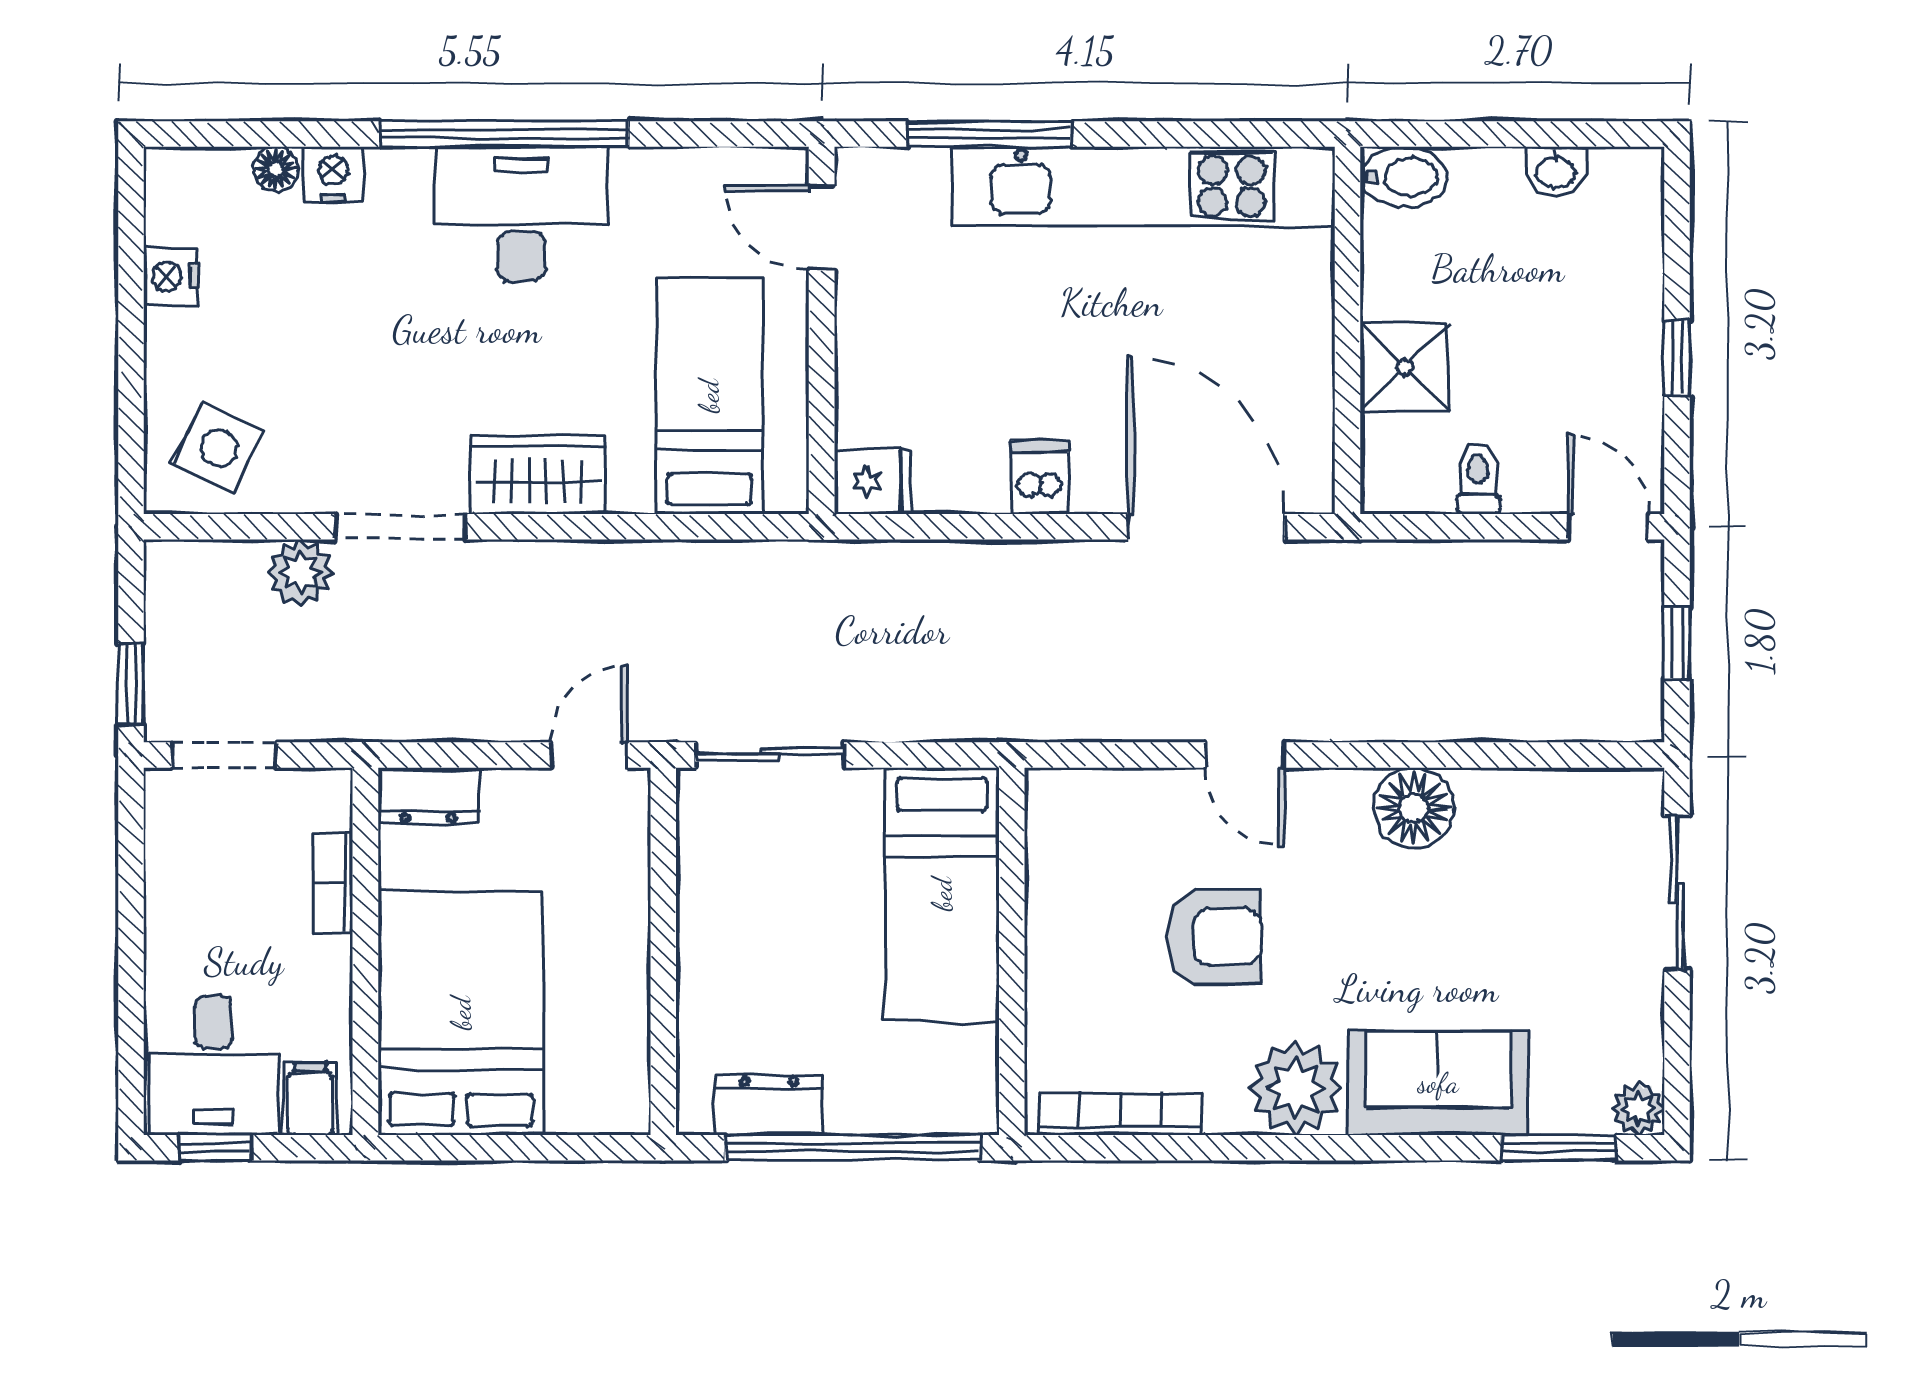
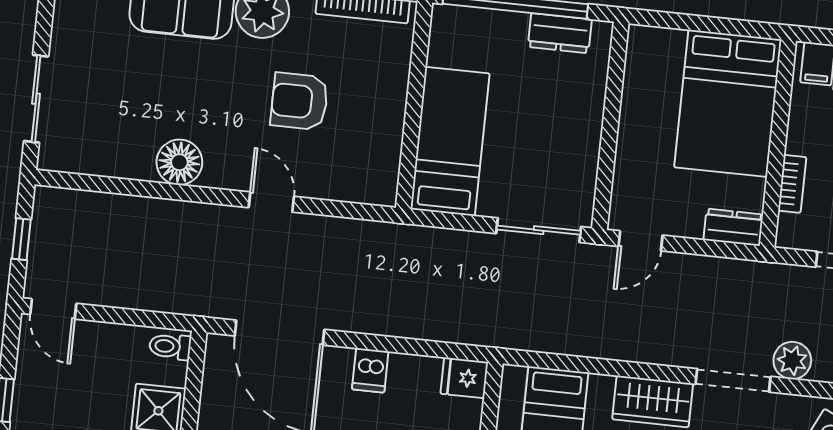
toilet: (1478, 478) -> (170, 347), moved, turned 90

